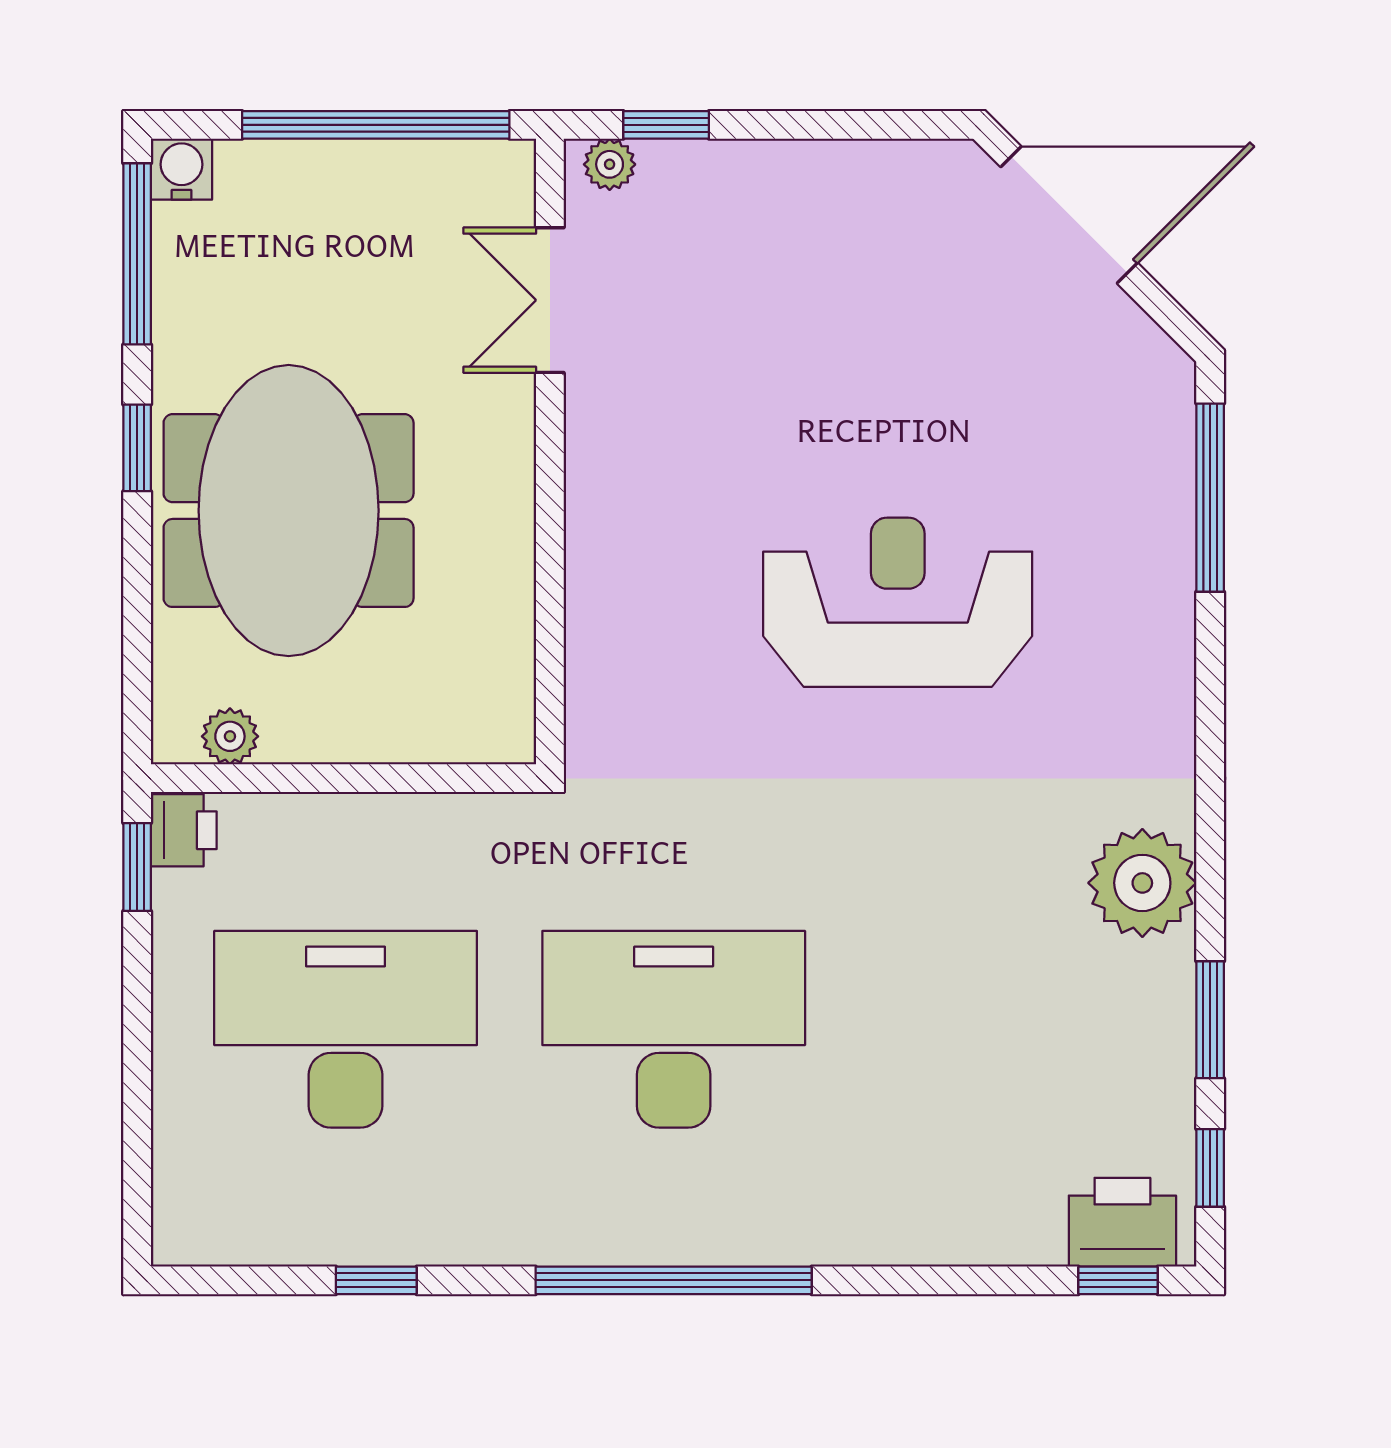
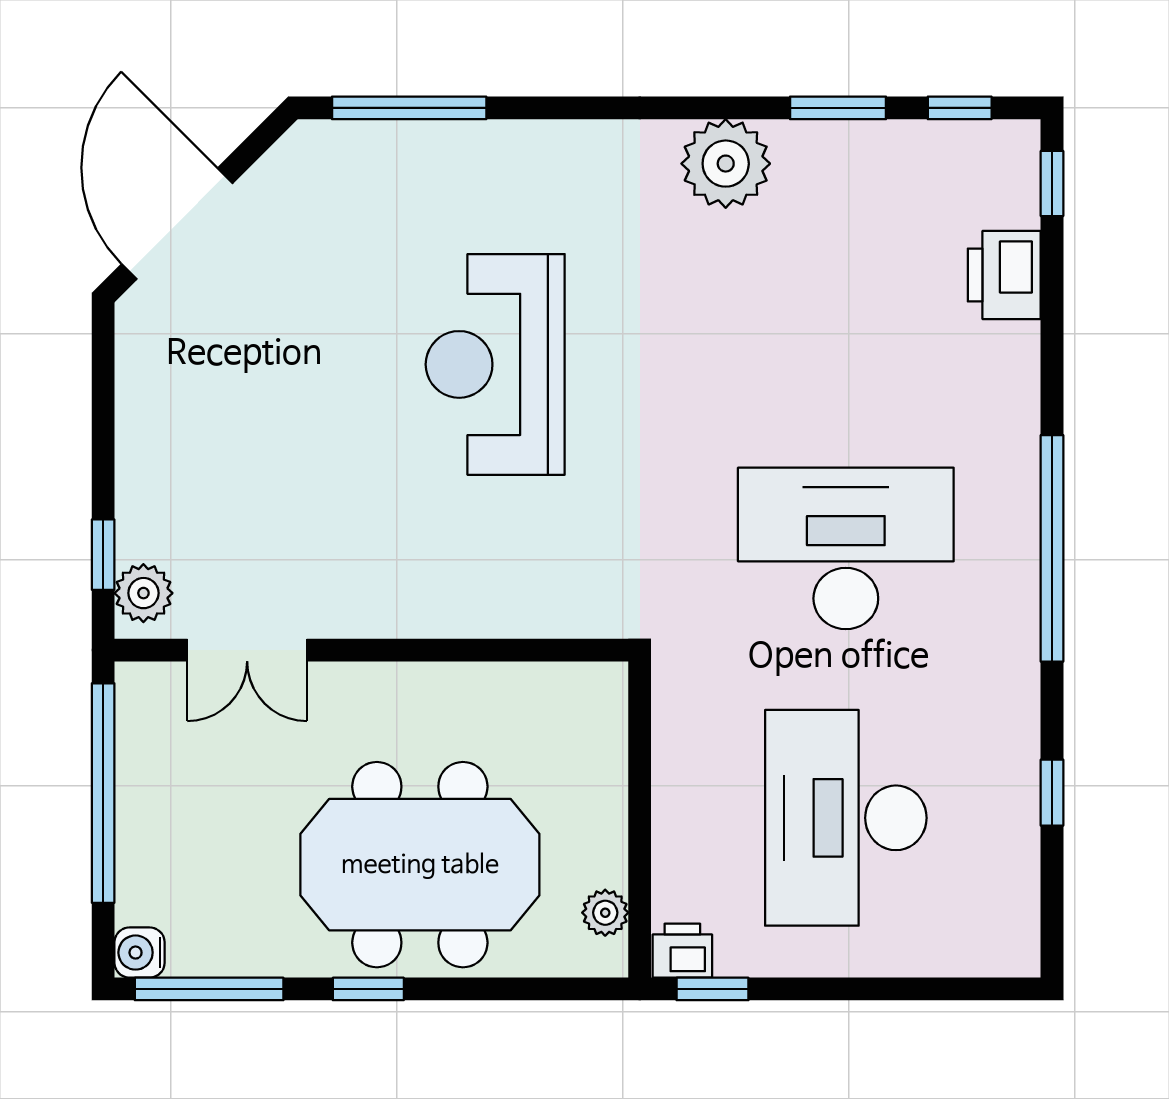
plant: (610, 164) -> (143, 593), width x1.38, depth x1.38
desk: (674, 1029) -> (846, 548), turned 90
printer: (1122, 1222) -> (1004, 275), moved

